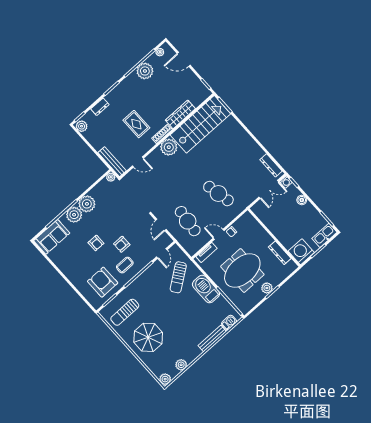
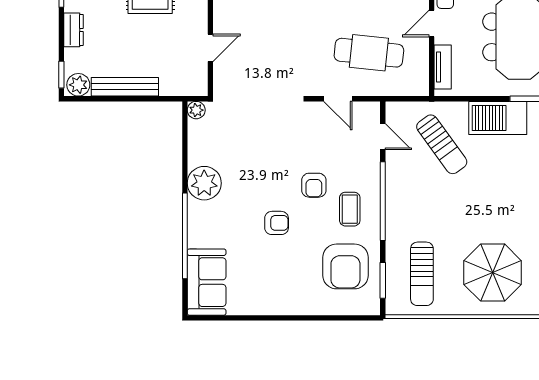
bench: (112, 162) -> (125, 87), moved
plant: (74, 215) -> (203, 218), removed
armchair: (103, 282) -> (345, 266), turned -90

